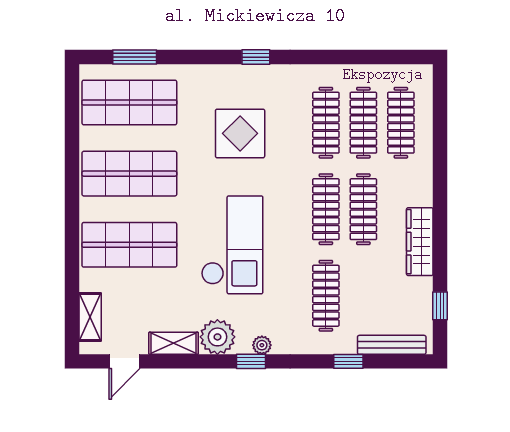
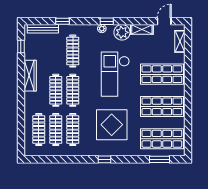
display table: (240, 133) -> (112, 125), width x1.36, depth x1.36

